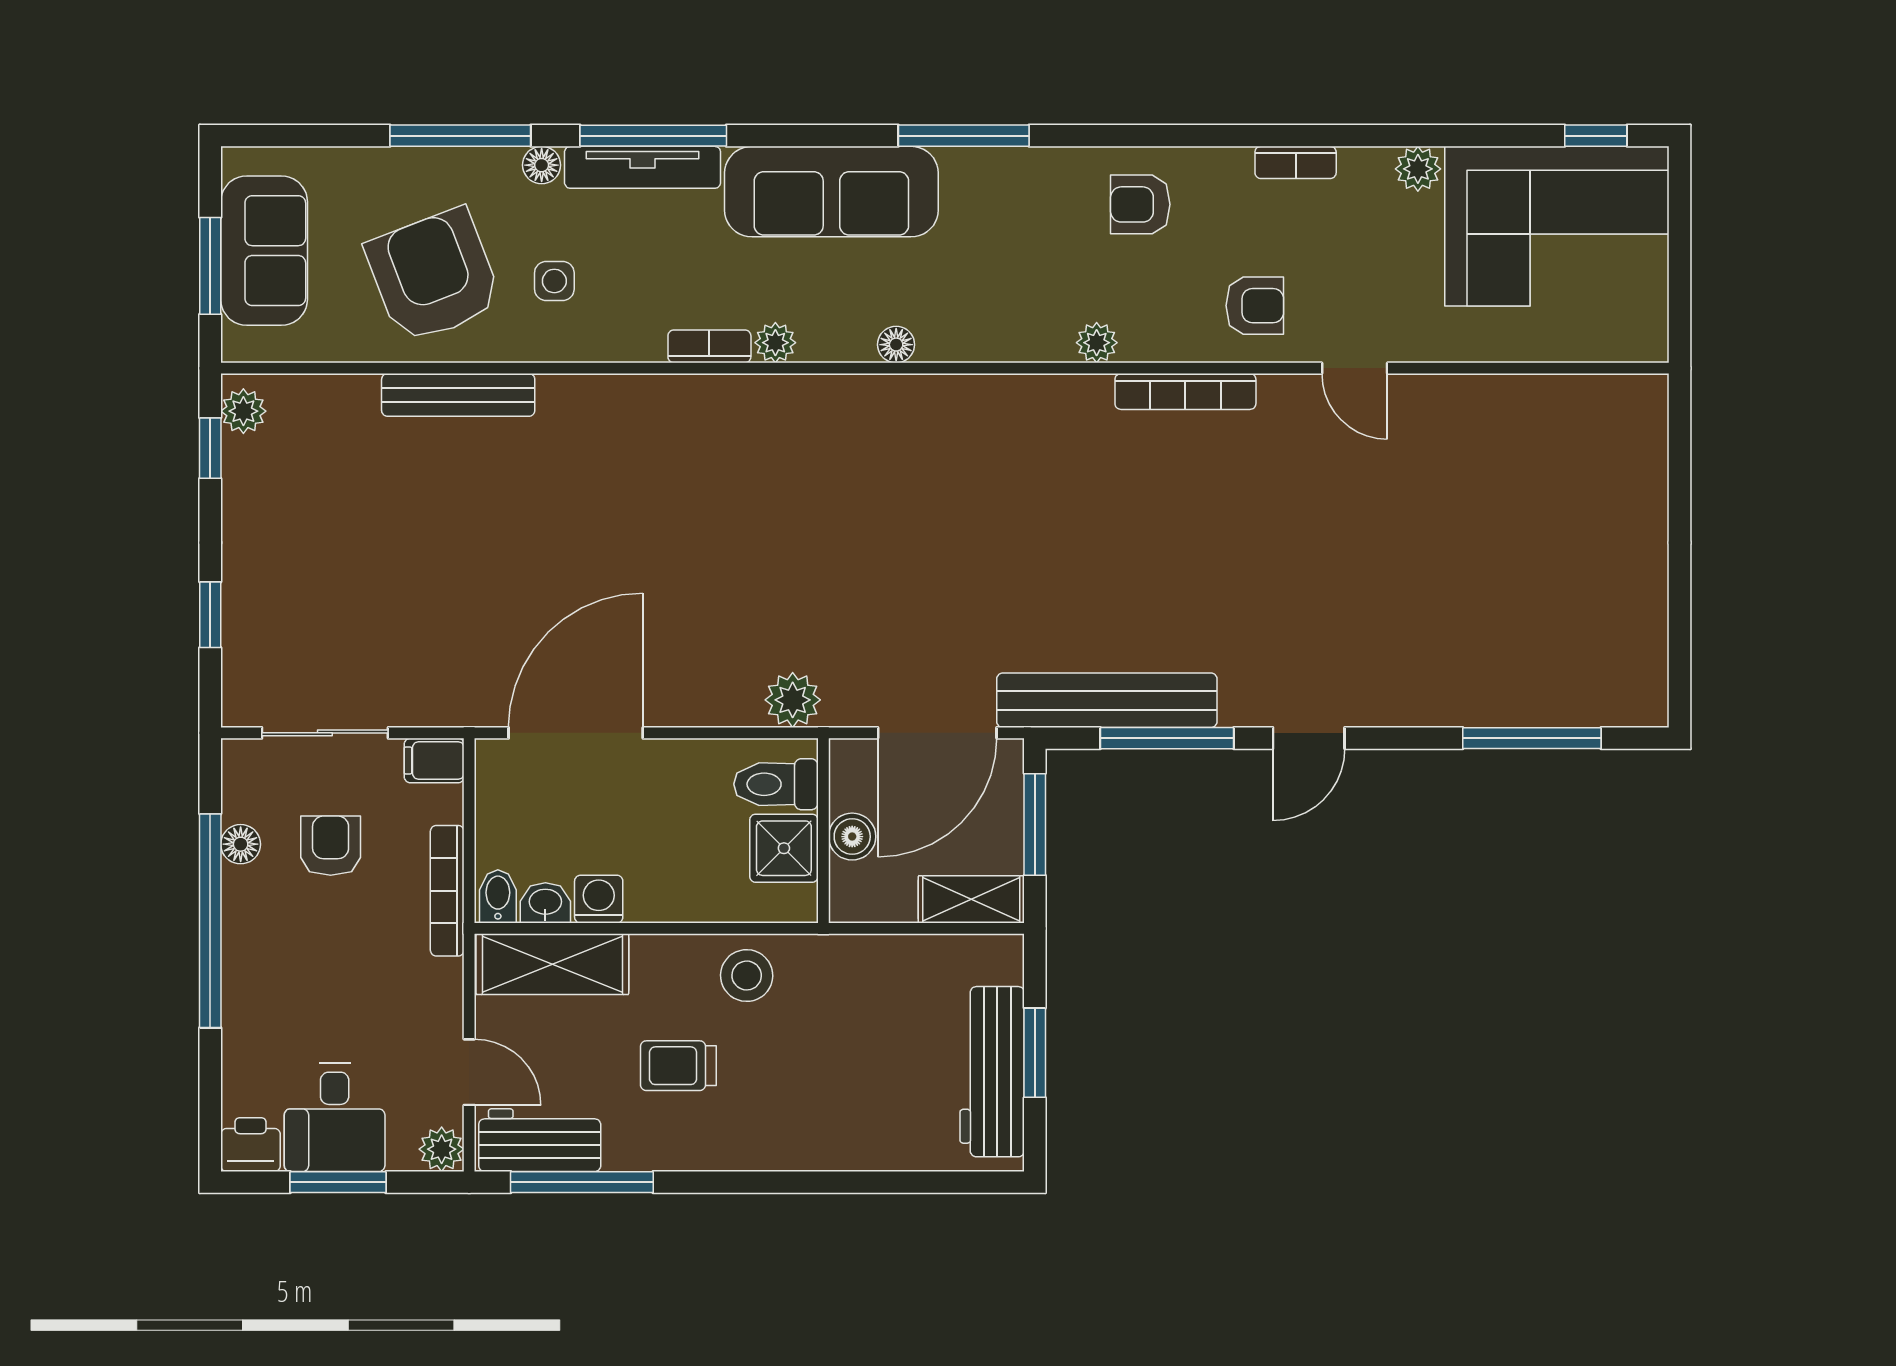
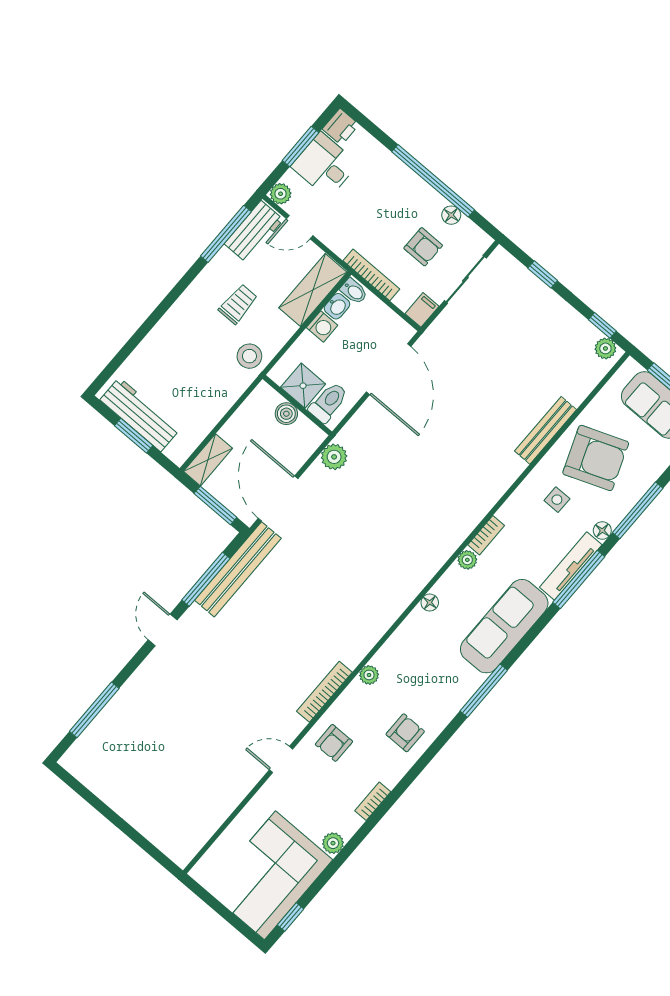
toilet: (776, 784) -> (328, 402), moved
wall: (823, 831) -> (297, 405), moved
boiler: (852, 837) -> (286, 414), moved
shower: (784, 848) -> (303, 386), moved

